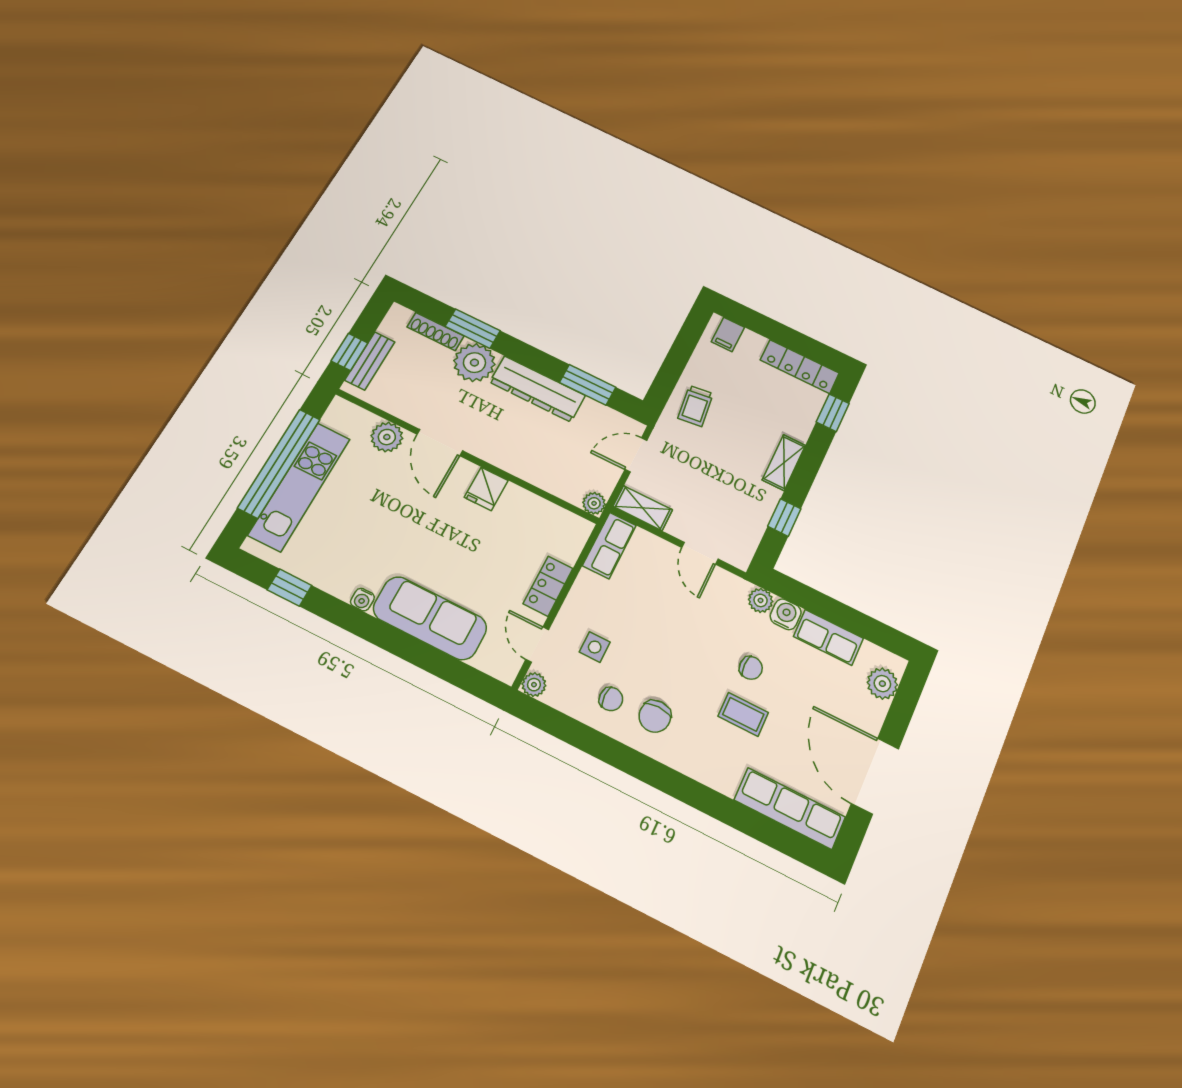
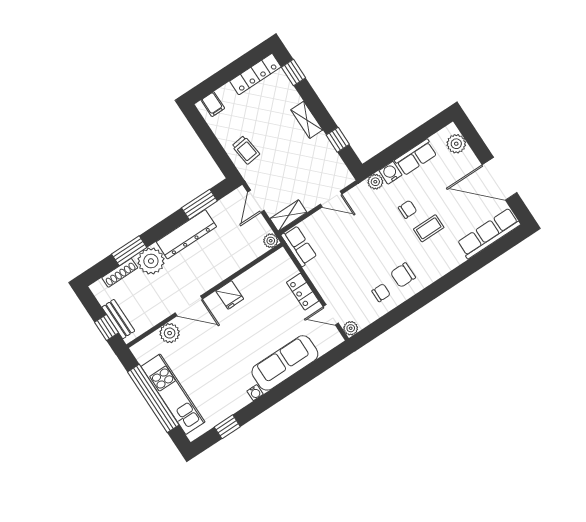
side table: (595, 647) -> (349, 286), removed
chair: (655, 716) -> (403, 275), turned 90

